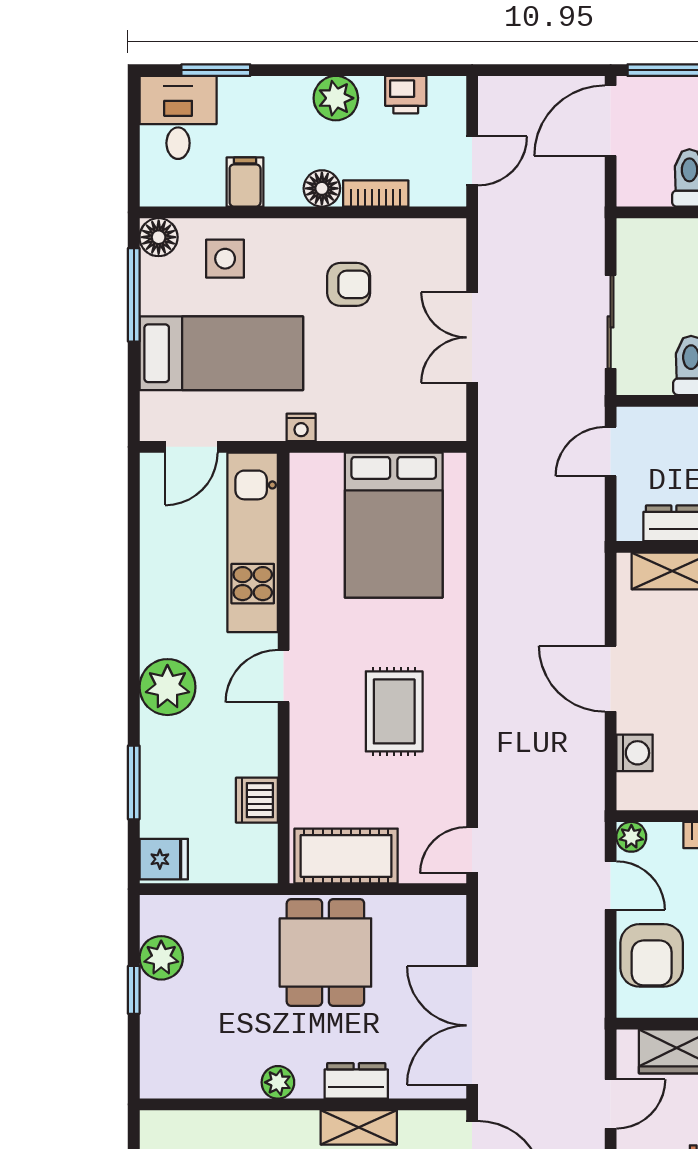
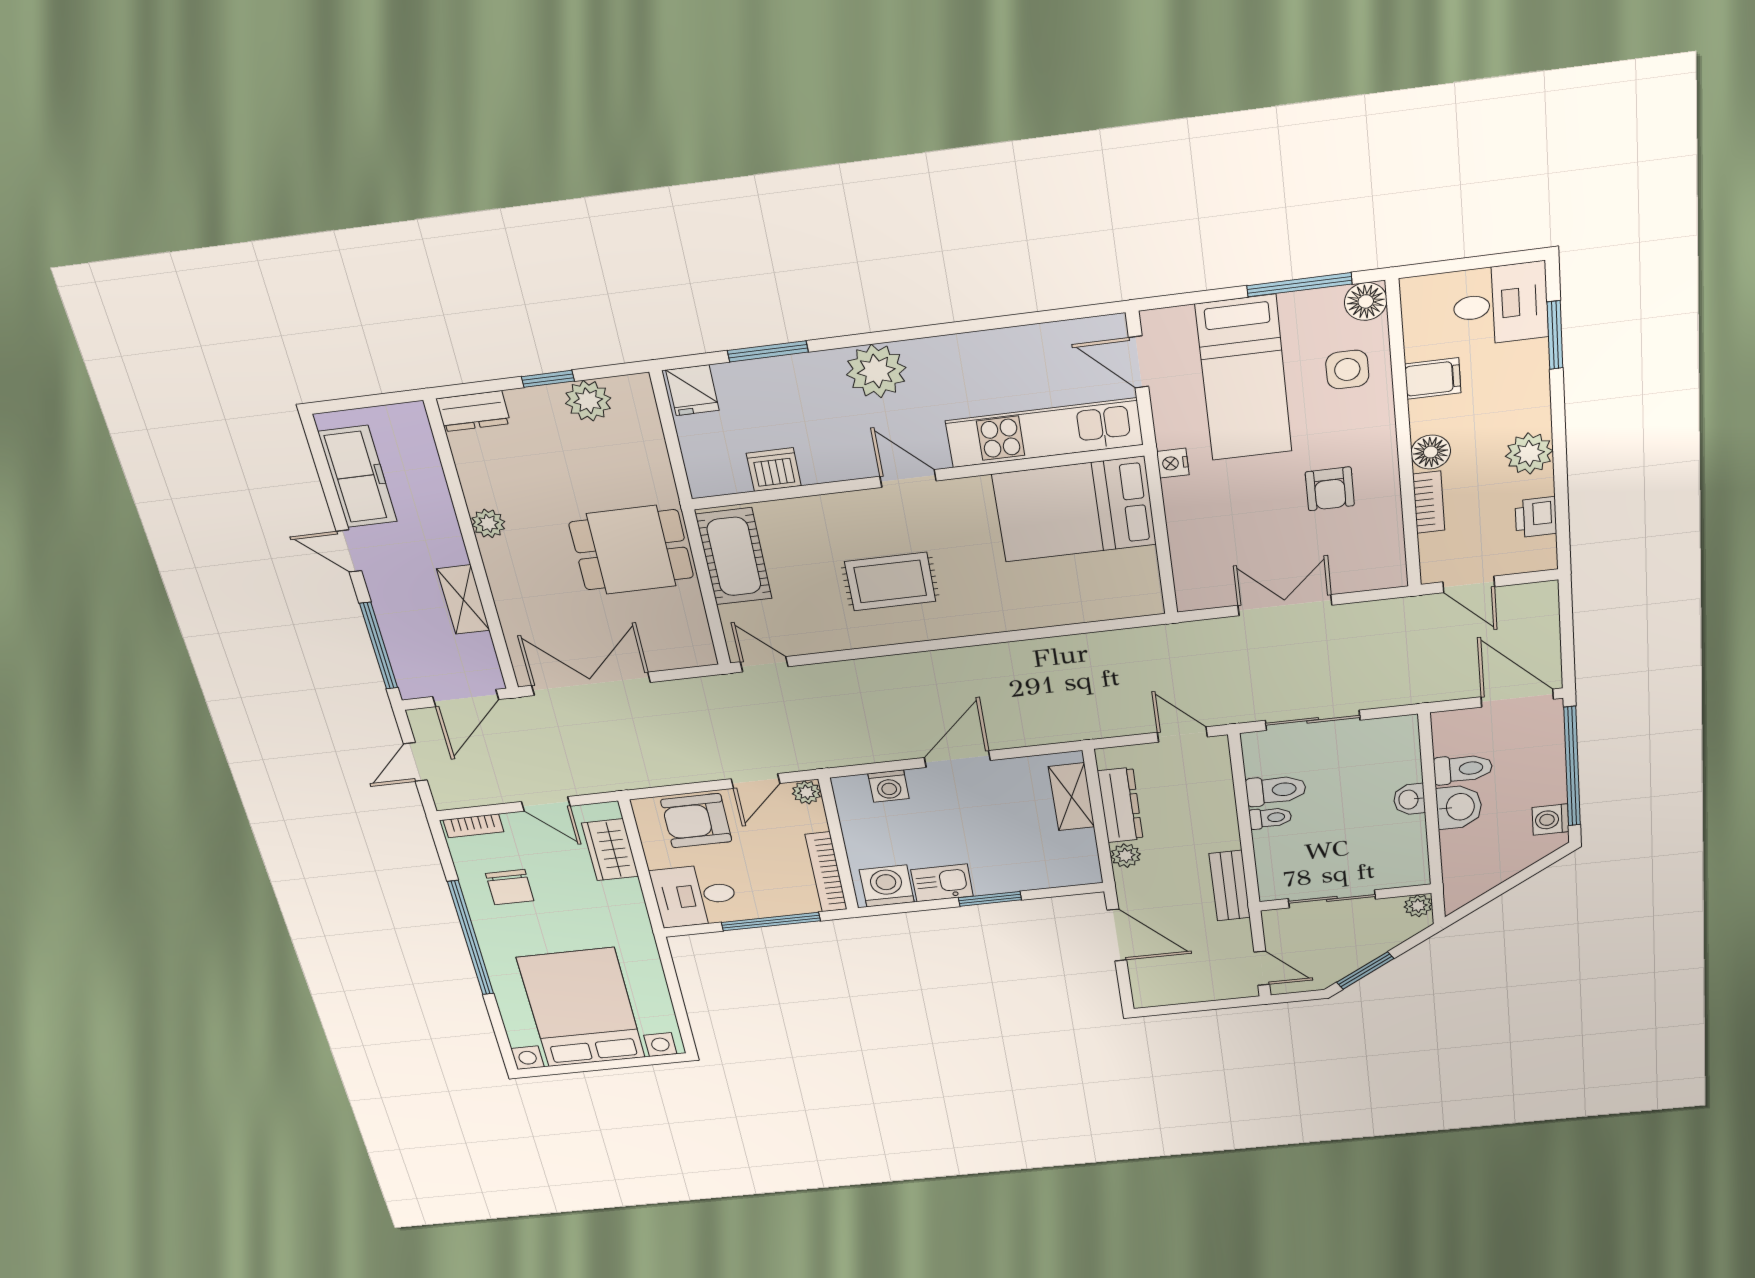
bed: (394, 525) -> (1074, 509), moved
dresser: (356, 1081) -> (473, 411), moved, turned 90

